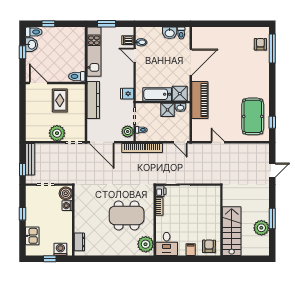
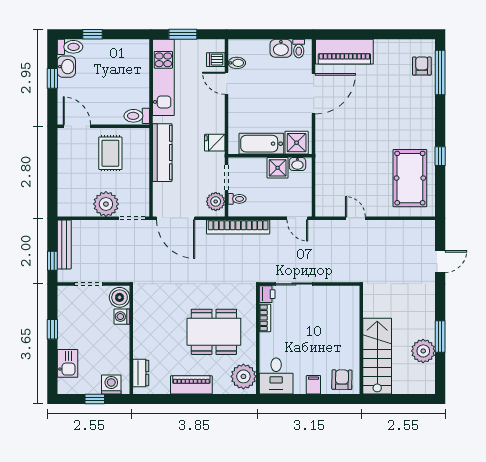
piano: (200, 100) -> (344, 52), moved, turned 90
window: (272, 122) -> (440, 156), moved
piano: (112, 250) -> (191, 385), added

